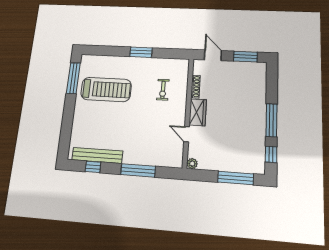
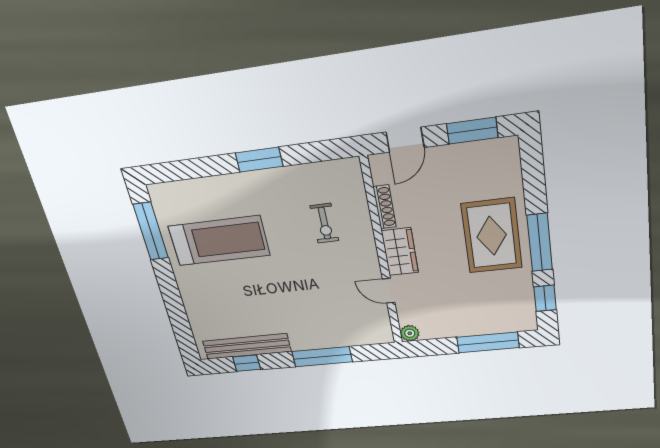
door: (213, 55) -> (405, 140), swing flipped
rug: (247, 112) -> (492, 236), added

